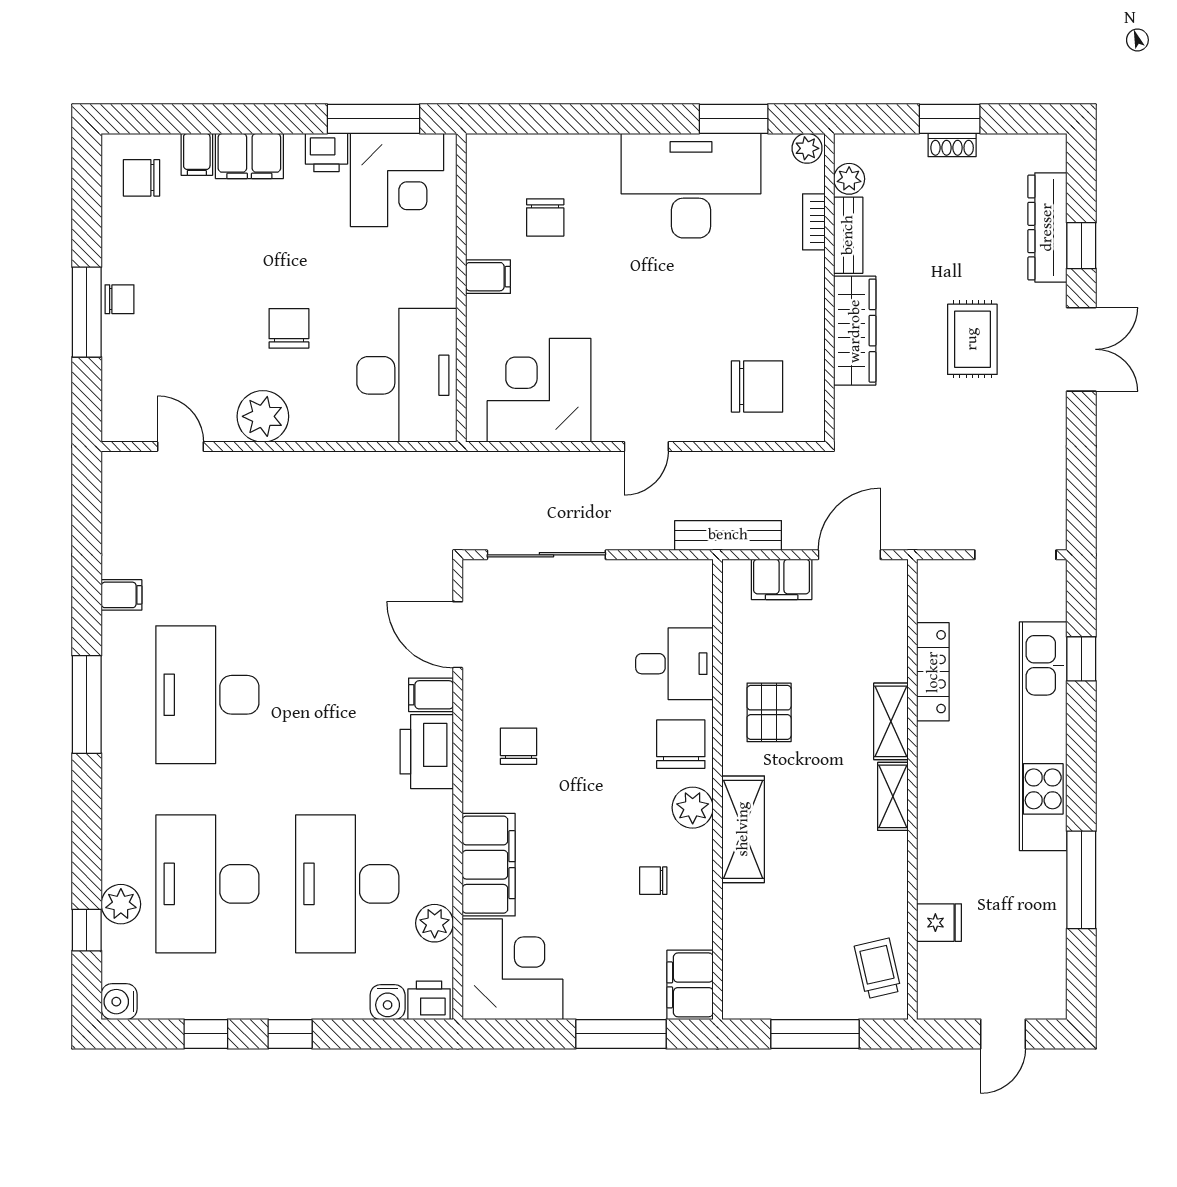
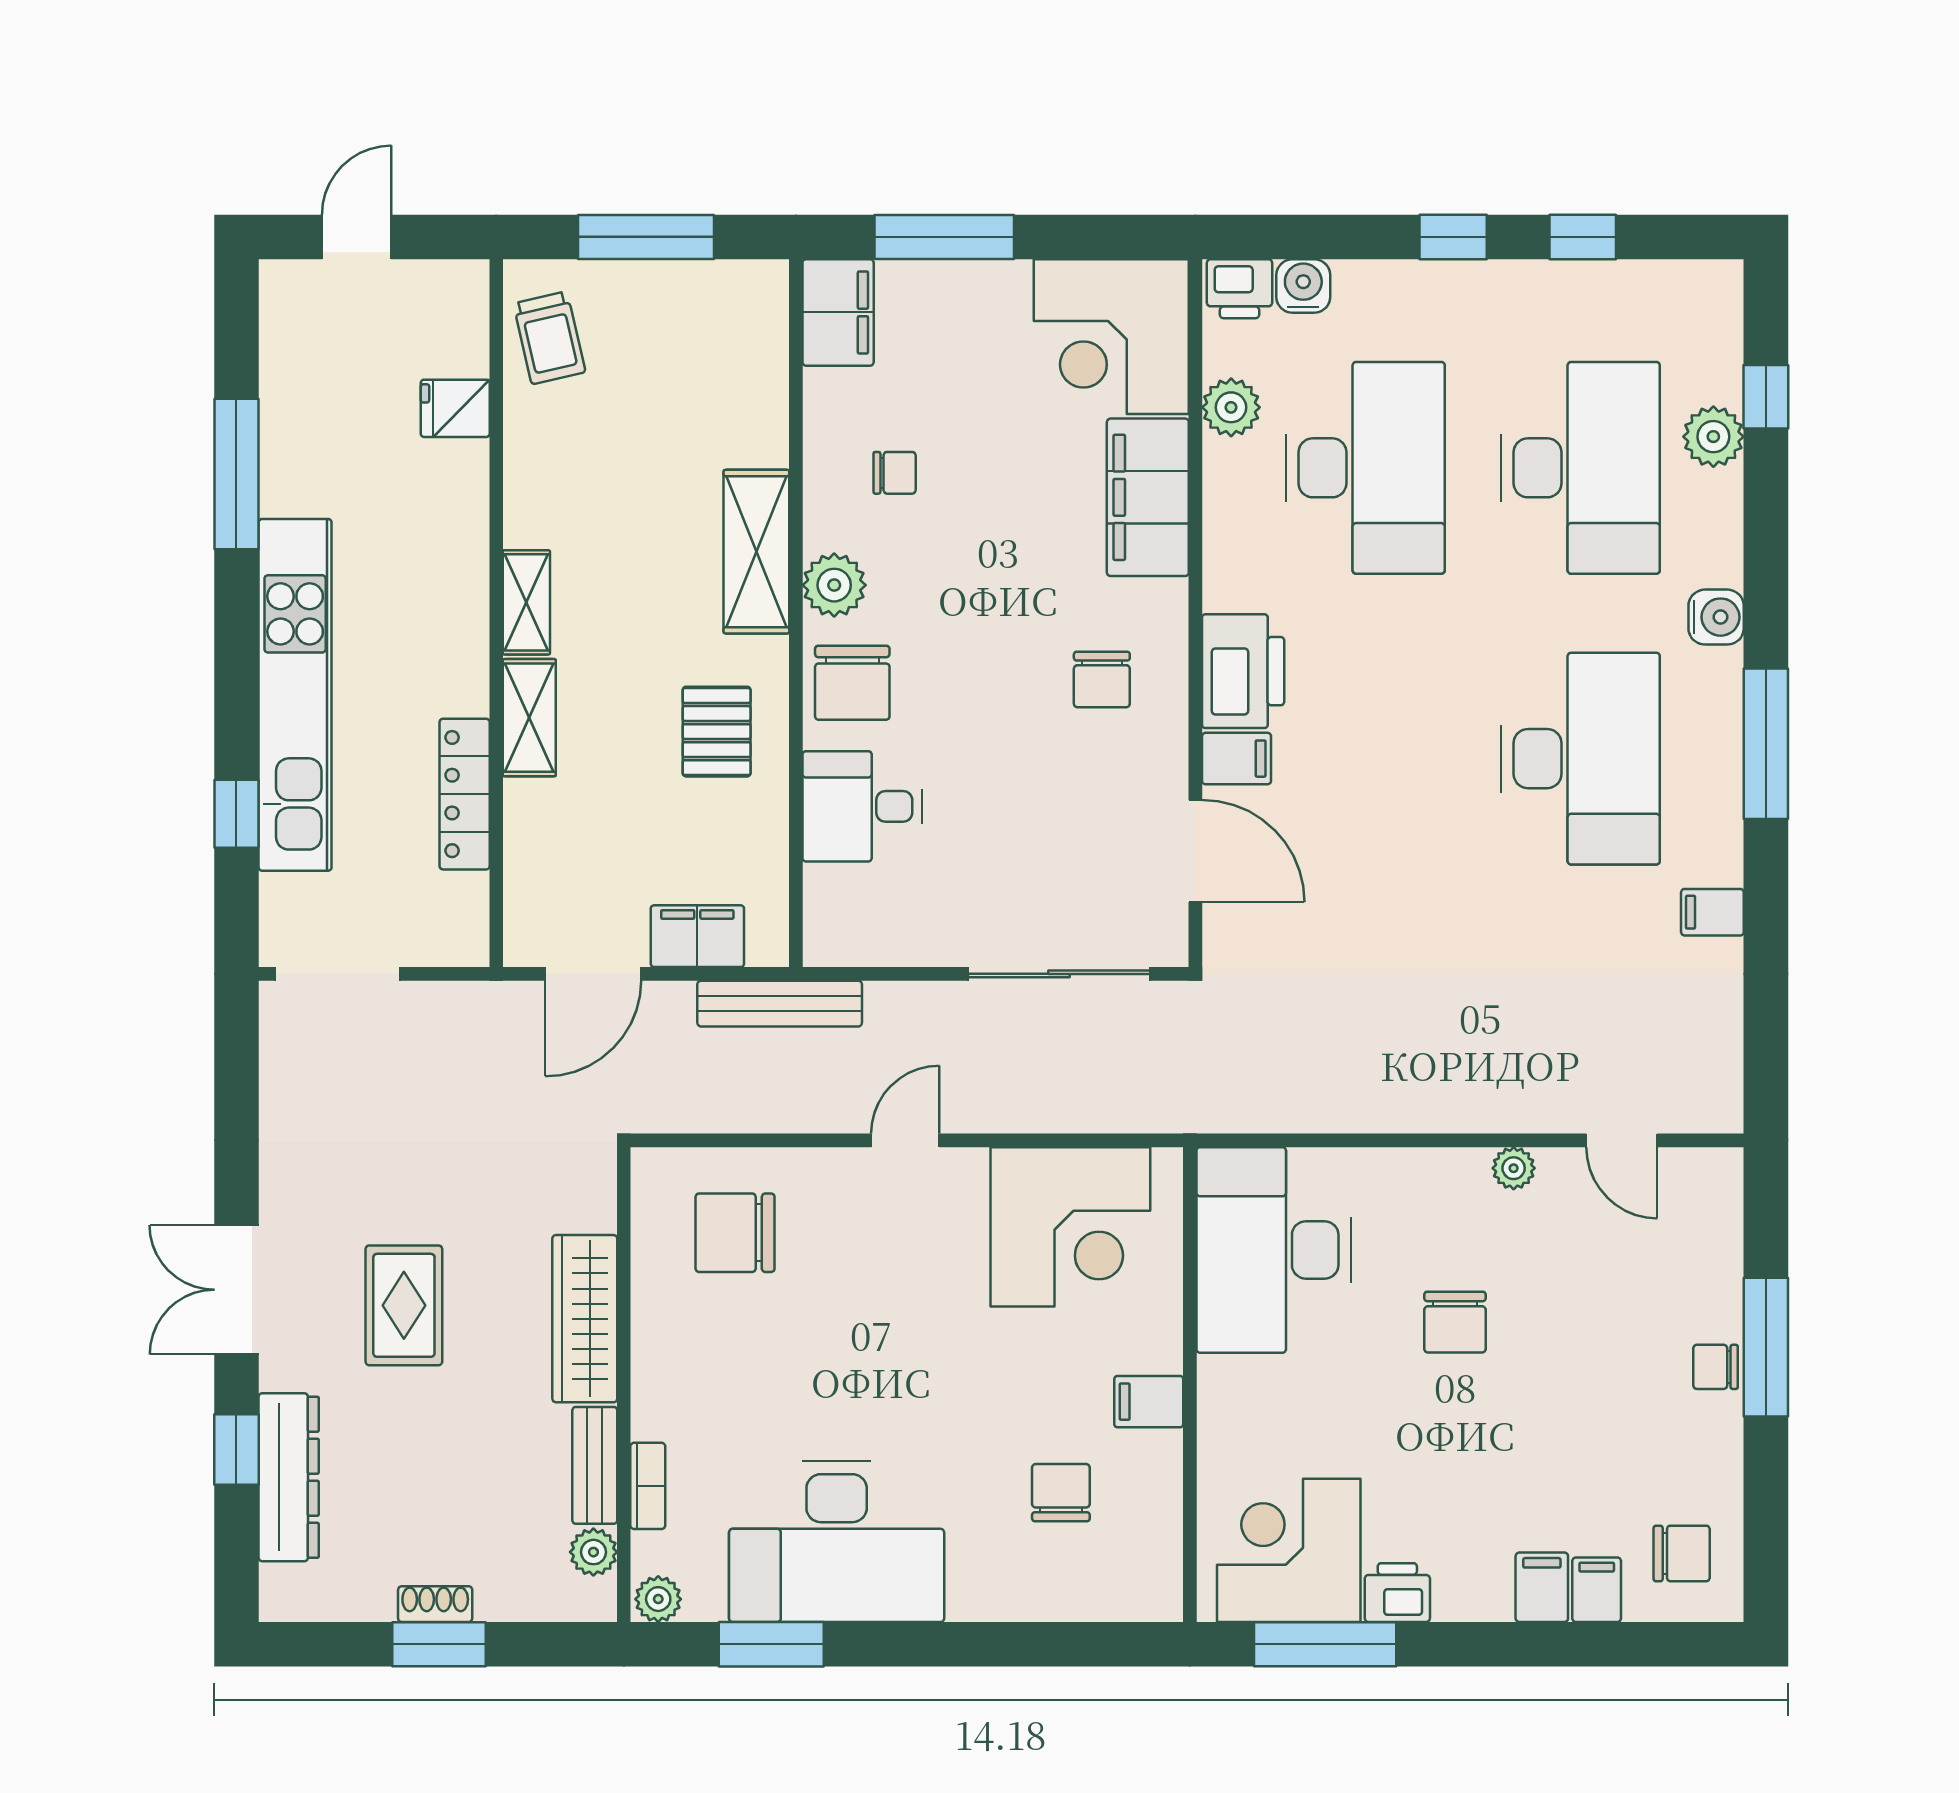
filing cabinet: (249, 156) -> (1542, 1587), width x0.50
plant: (263, 416) -> (1514, 1168), width x0.53, depth x0.53
water cooler: (119, 1002) -> (1716, 617), moved

